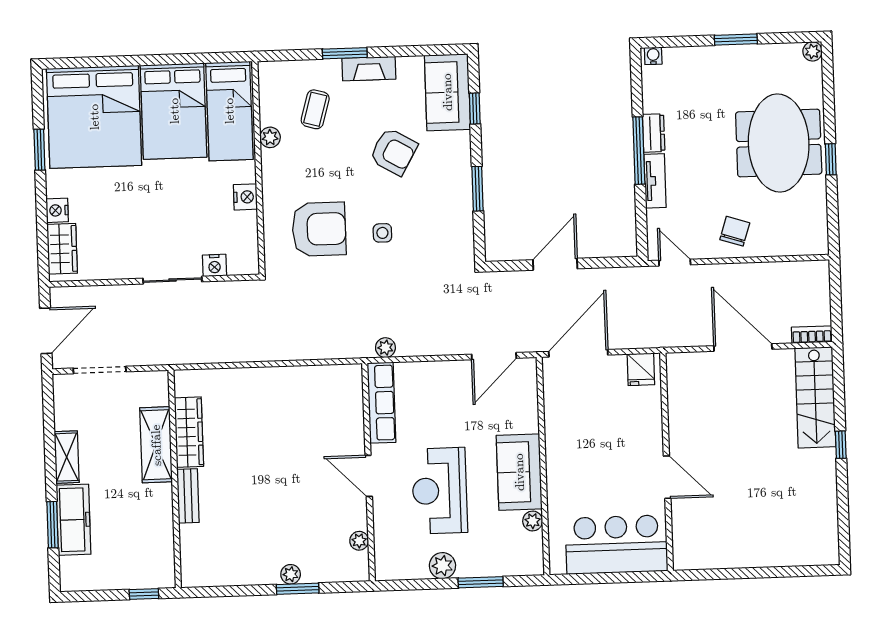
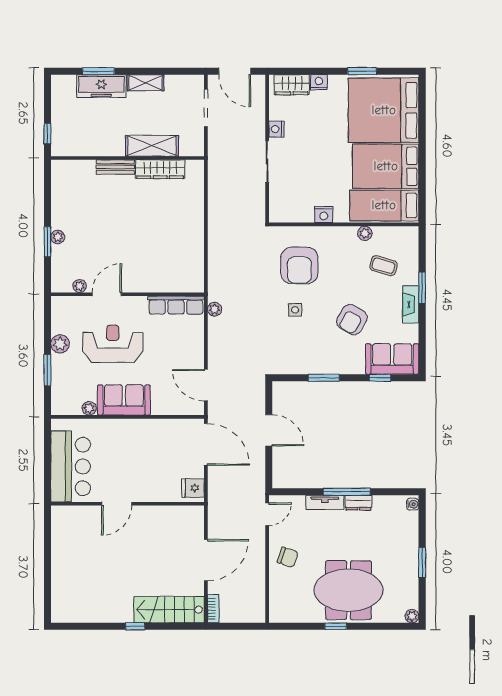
nightstand: (215, 265) -> (276, 129), moved
door: (369, 476) -> (107, 294), moved

